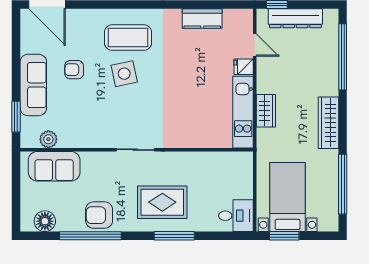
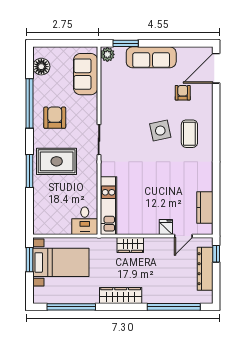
kitchen counter: (202, 18) -> (205, 207), moved
coffee table: (128, 38) -> (189, 134), width x0.73, depth x0.76
armchair: (74, 70) -> (183, 93), moved
kitchen unit: (243, 112) -> (108, 206), moved, turned 90
plant: (48, 139) -> (107, 54), moved
rug: (162, 202) -> (57, 161), turned 90
armchair: (99, 215) -> (55, 118), moved
desk: (236, 216) -> (85, 221), moved

